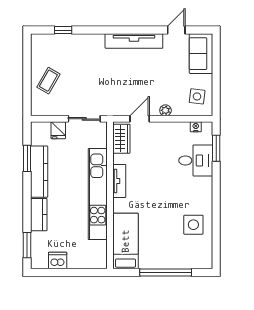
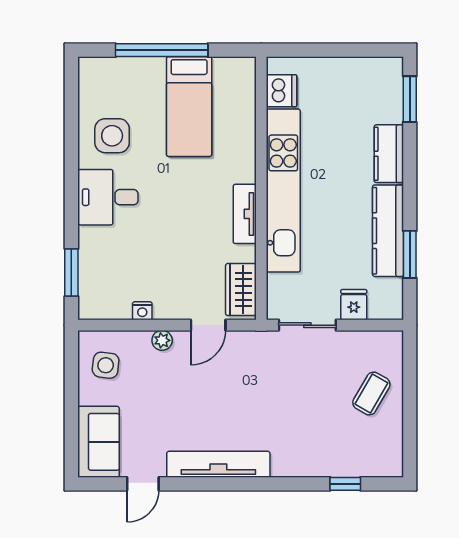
nightstand: (196, 127) -> (142, 311), moved
desk: (196, 160) -> (108, 197), moved
bed: (125, 241) -> (189, 107), moved
dishwasher: (58, 261) -> (282, 91), moved, turned -90

